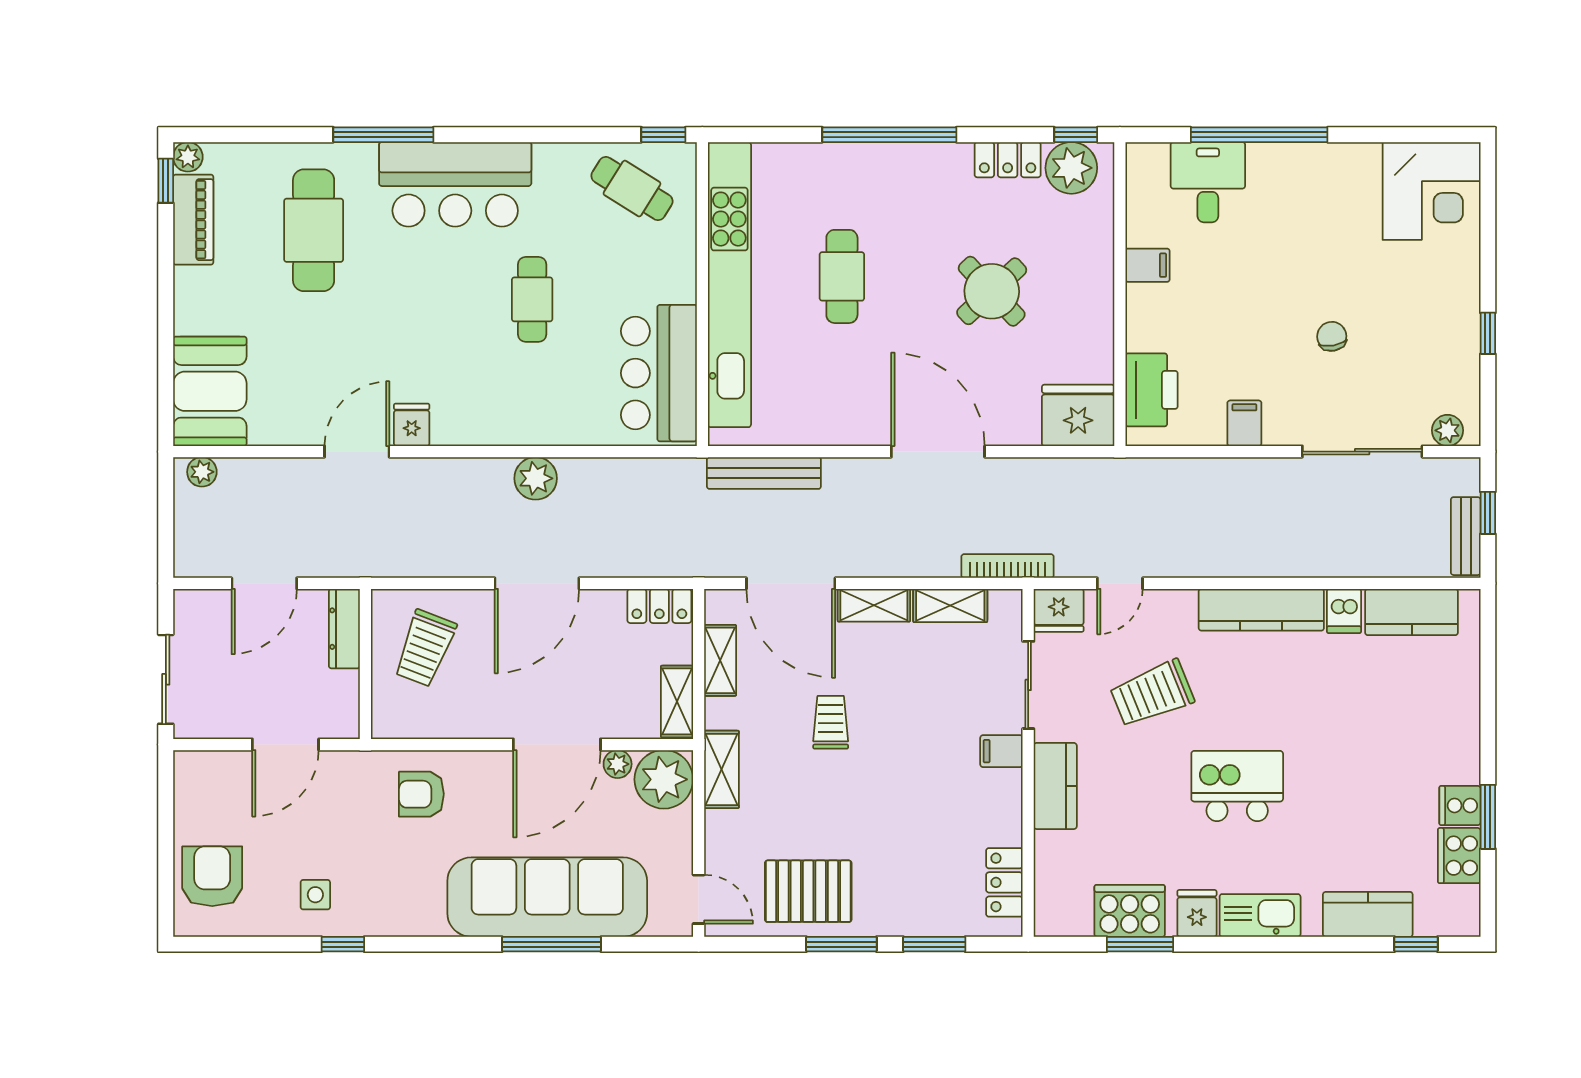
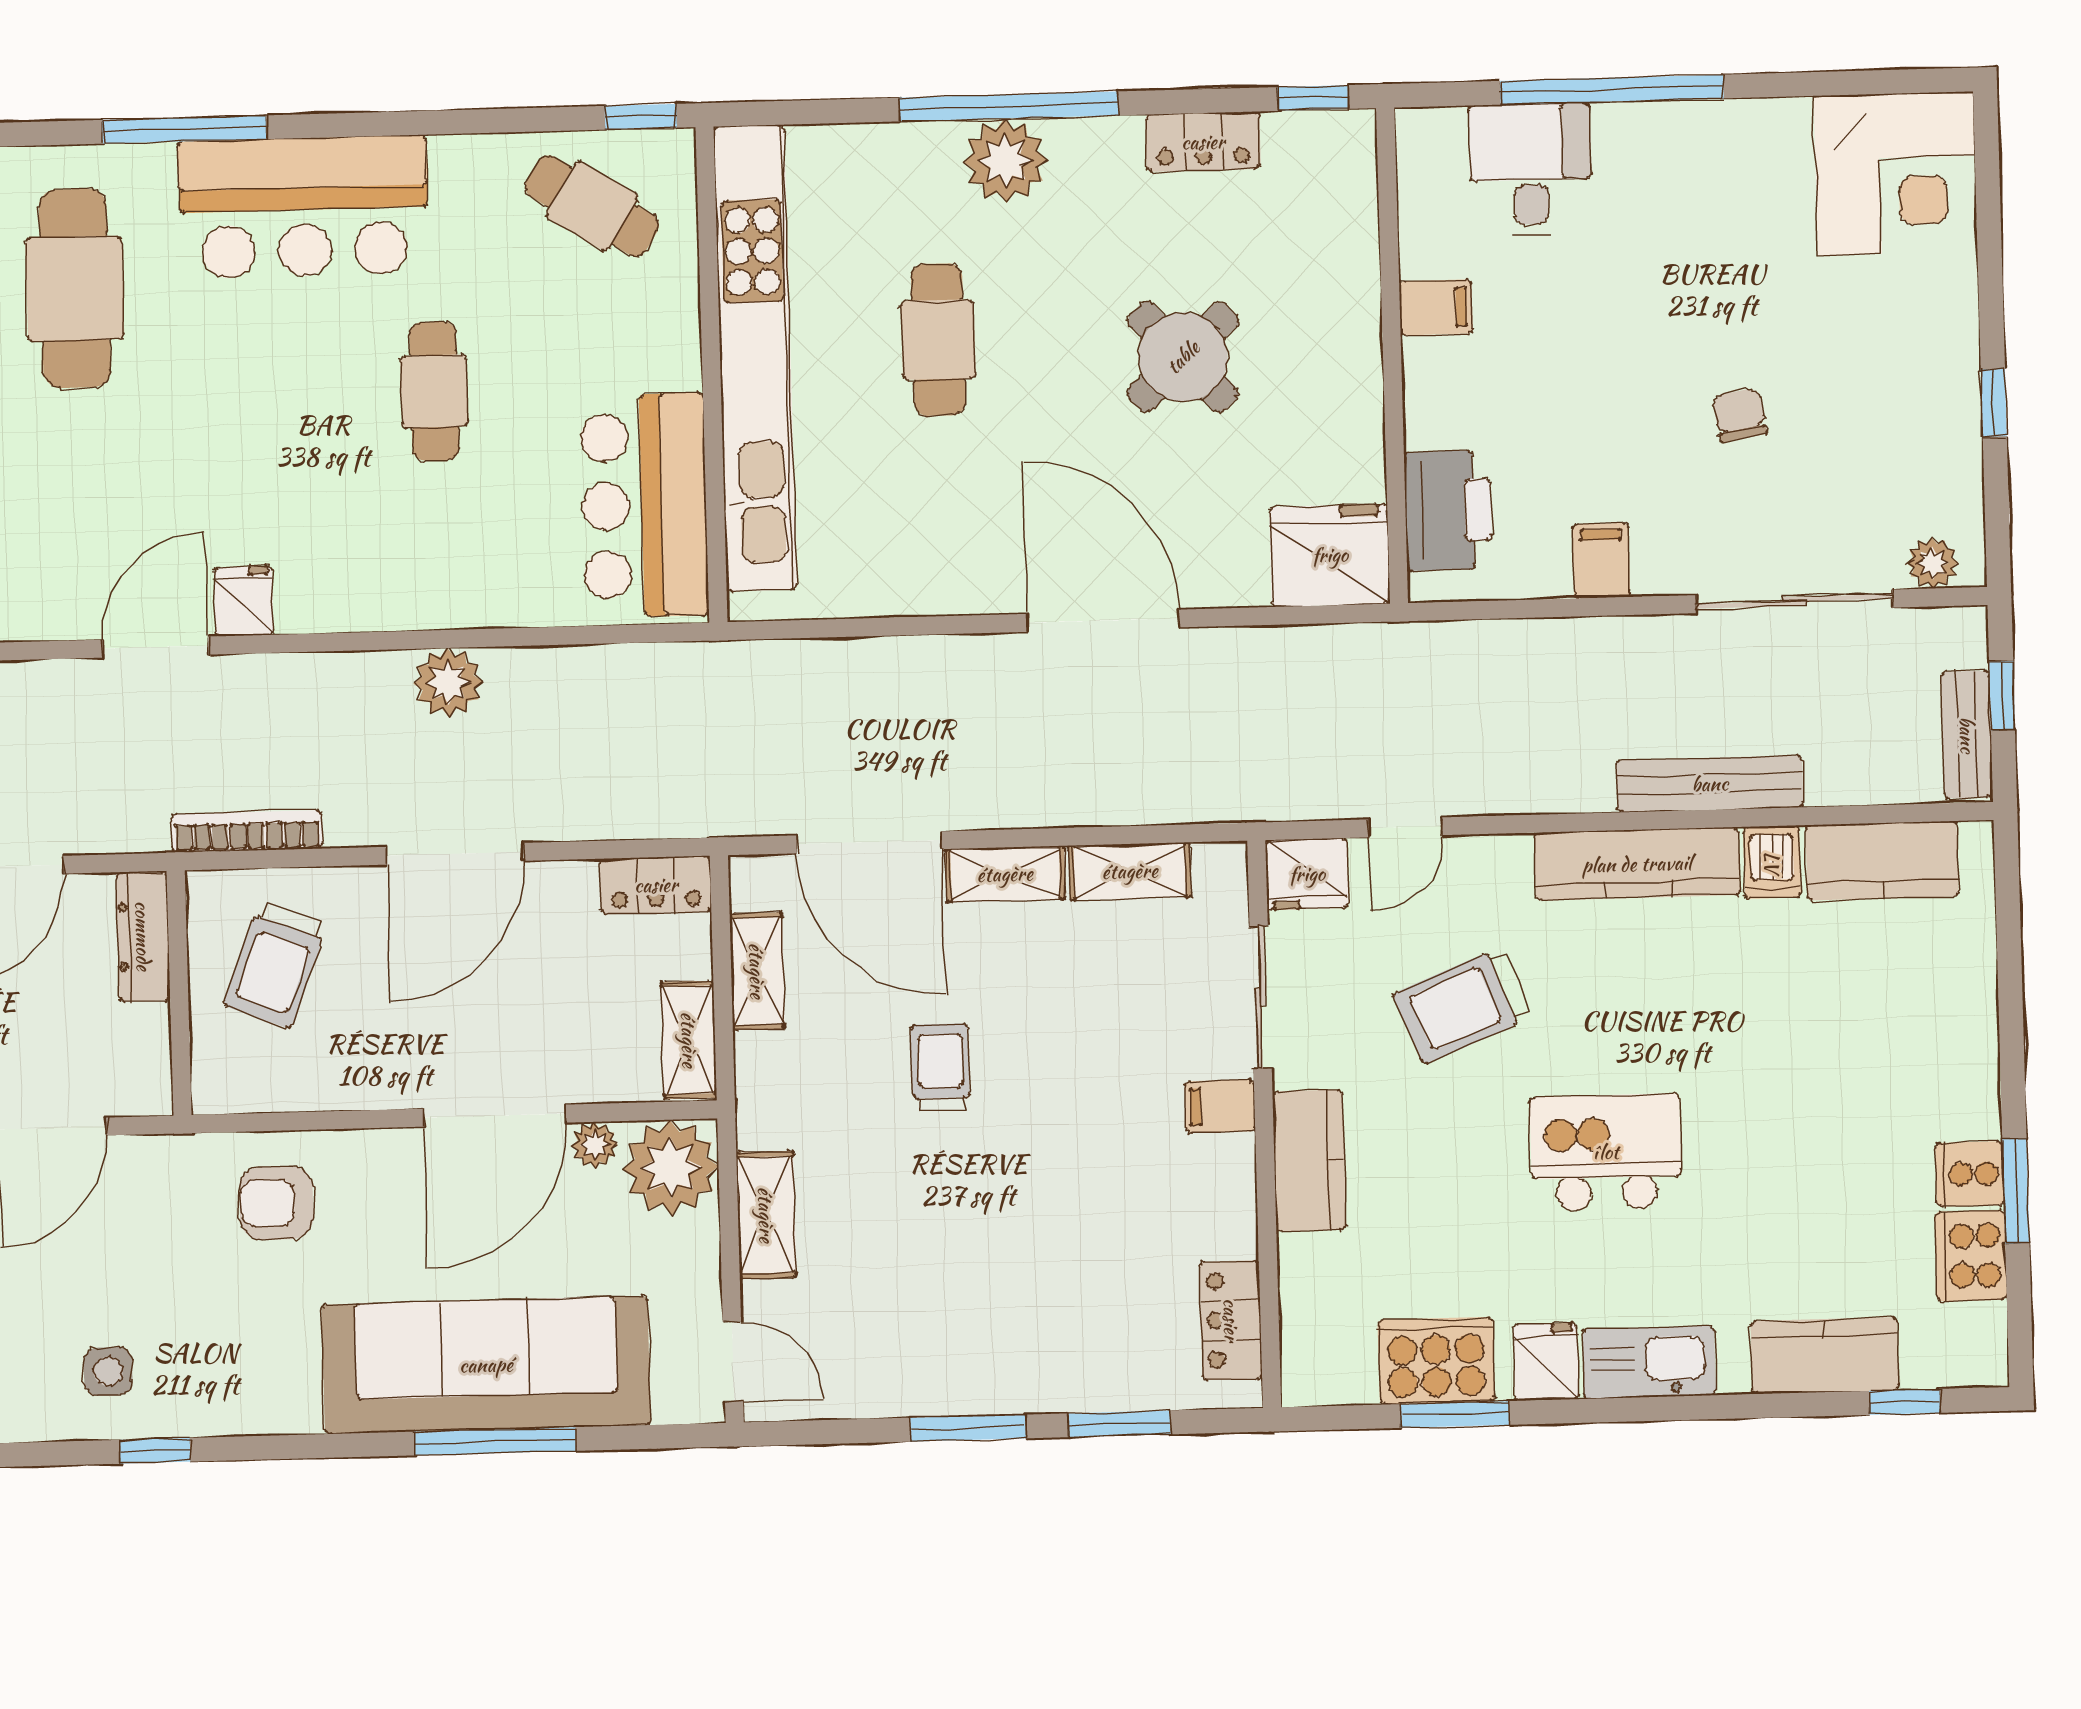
plant: (1071, 168) -> (1005, 161), moved
bench: (764, 473) -> (1710, 784), moved
bookcase: (1007, 566) -> (247, 831), moved
shelving: (722, 769) -> (766, 1215), moved
pallet: (808, 891) -> (911, 1343), removed

